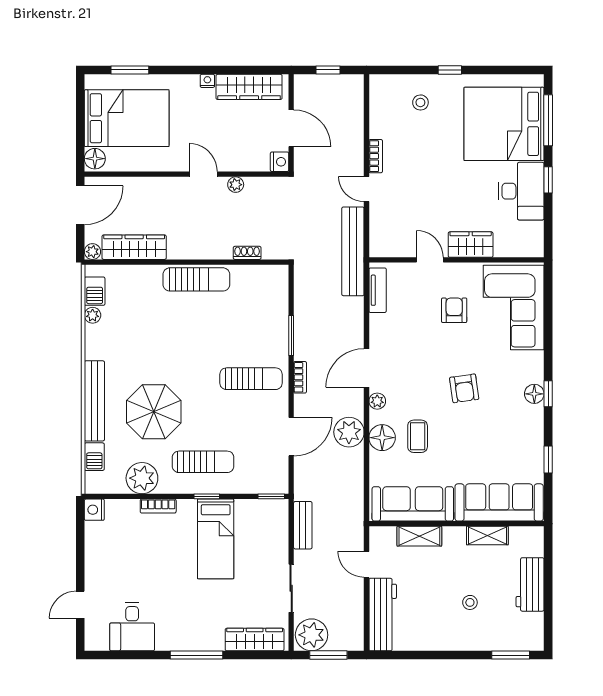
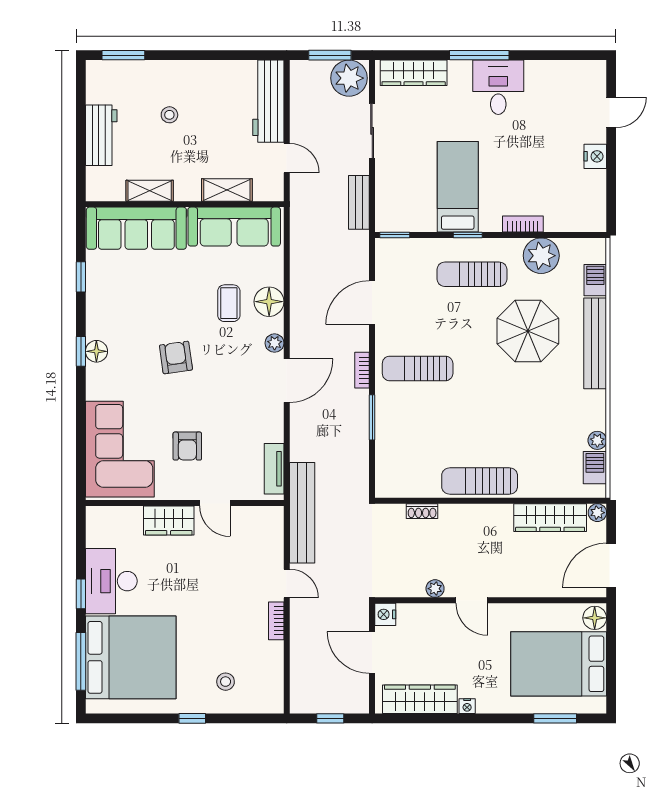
plant: (349, 432) -> (307, 308), removed
nightstand: (94, 510) -> (595, 156), moved
desk: (132, 627) -> (498, 87), moved

